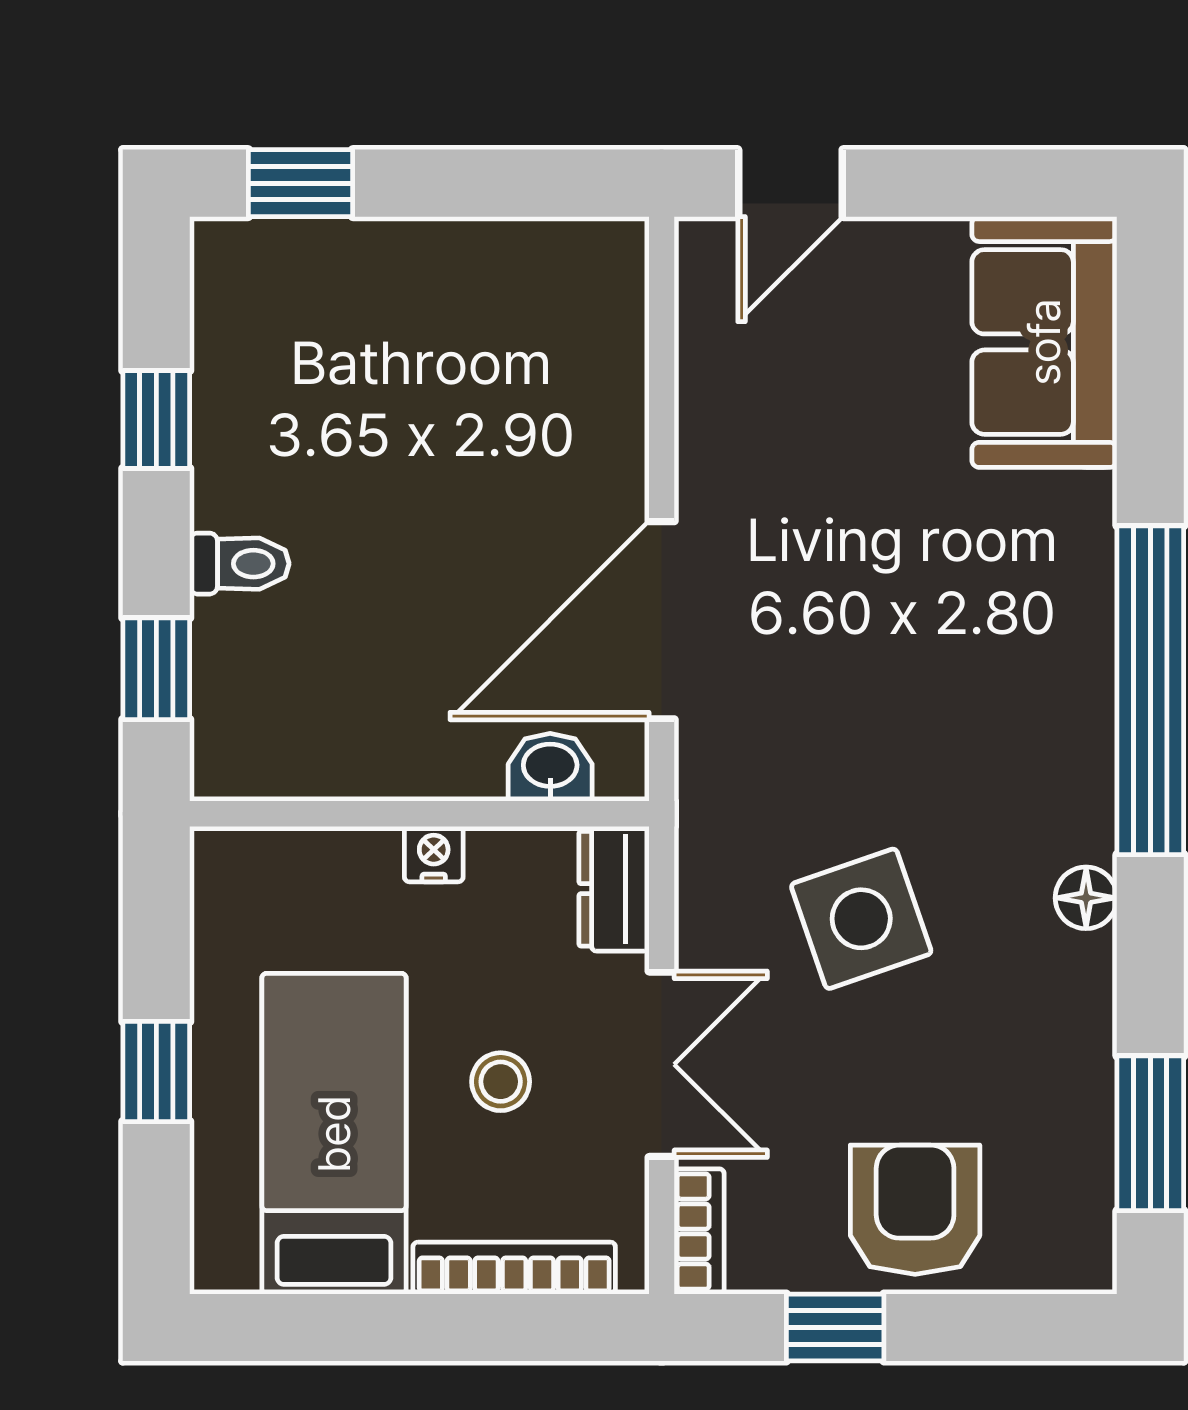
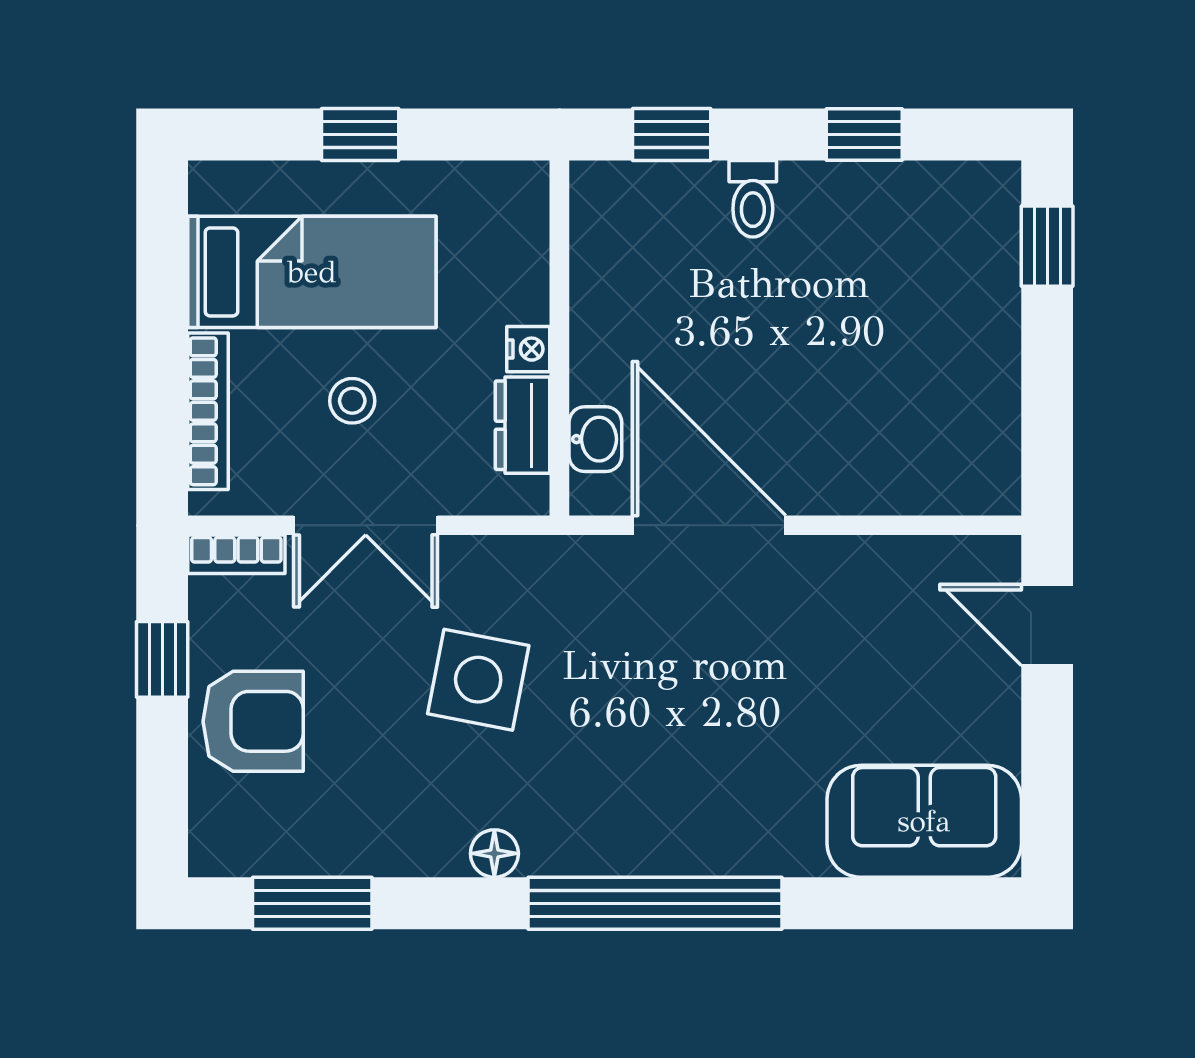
dresser: (614, 889) -> (523, 425), moved, turned -90
side table: (861, 919) -> (478, 680), turned 30

